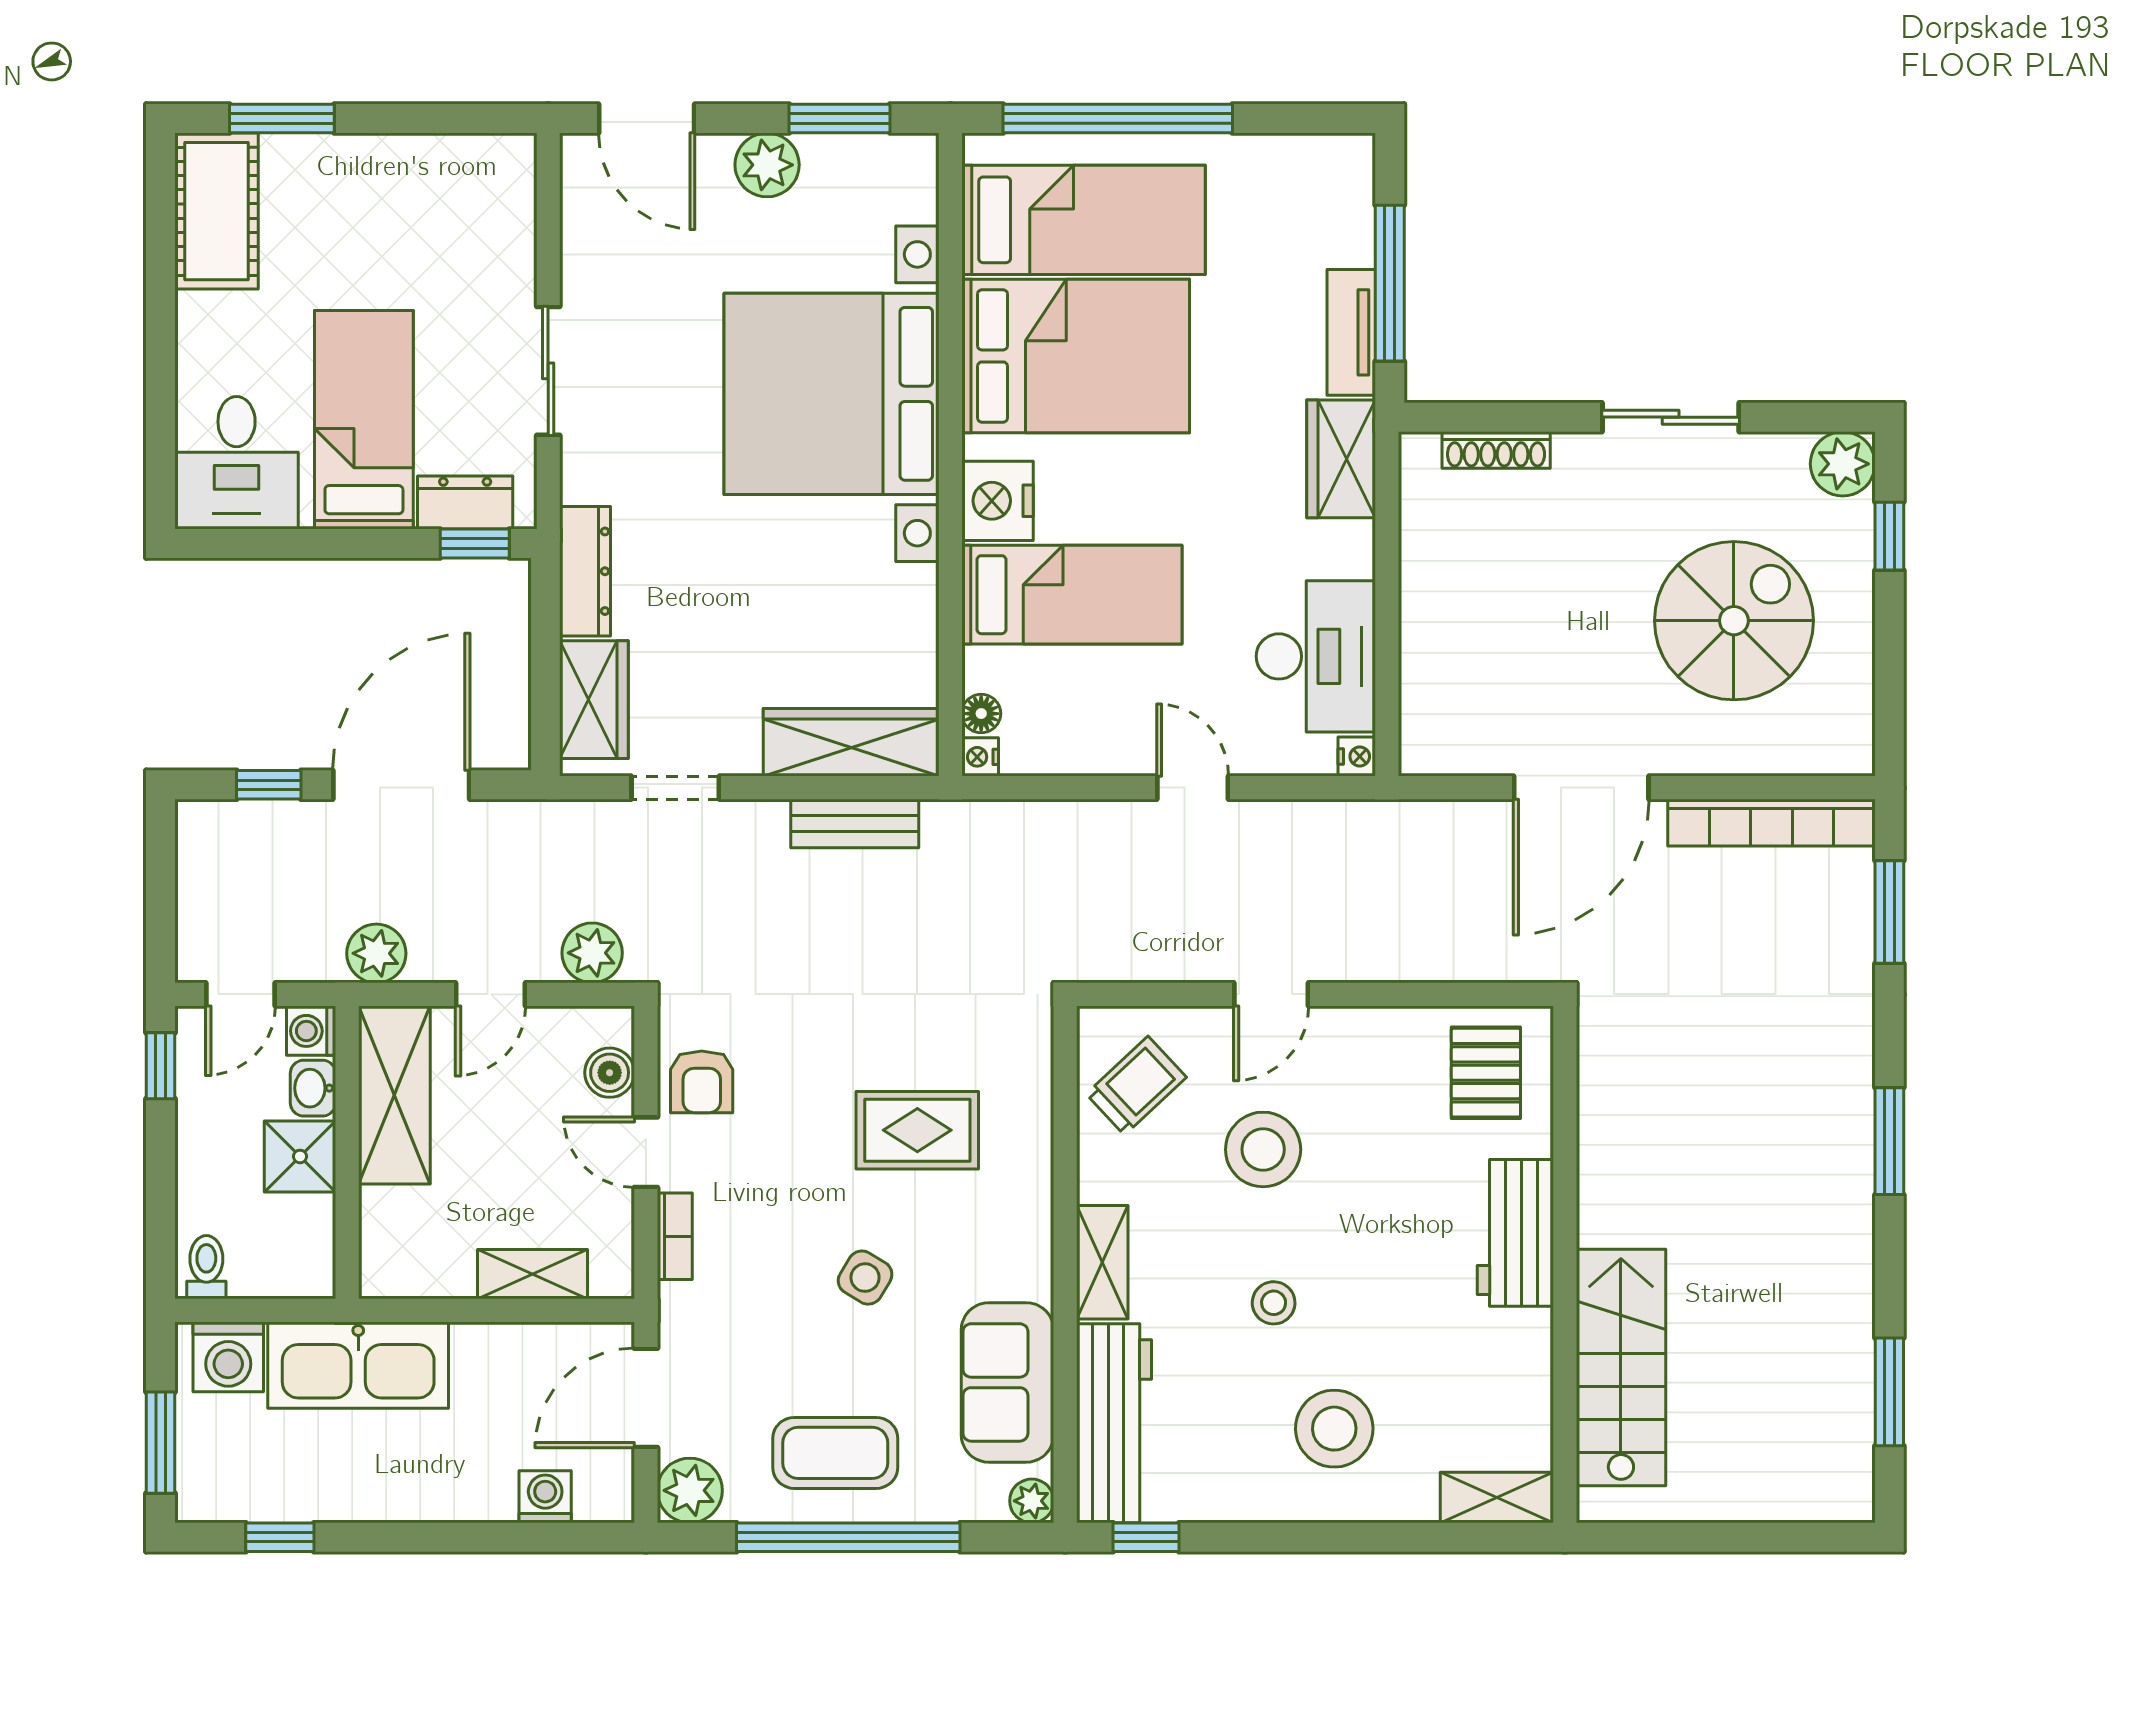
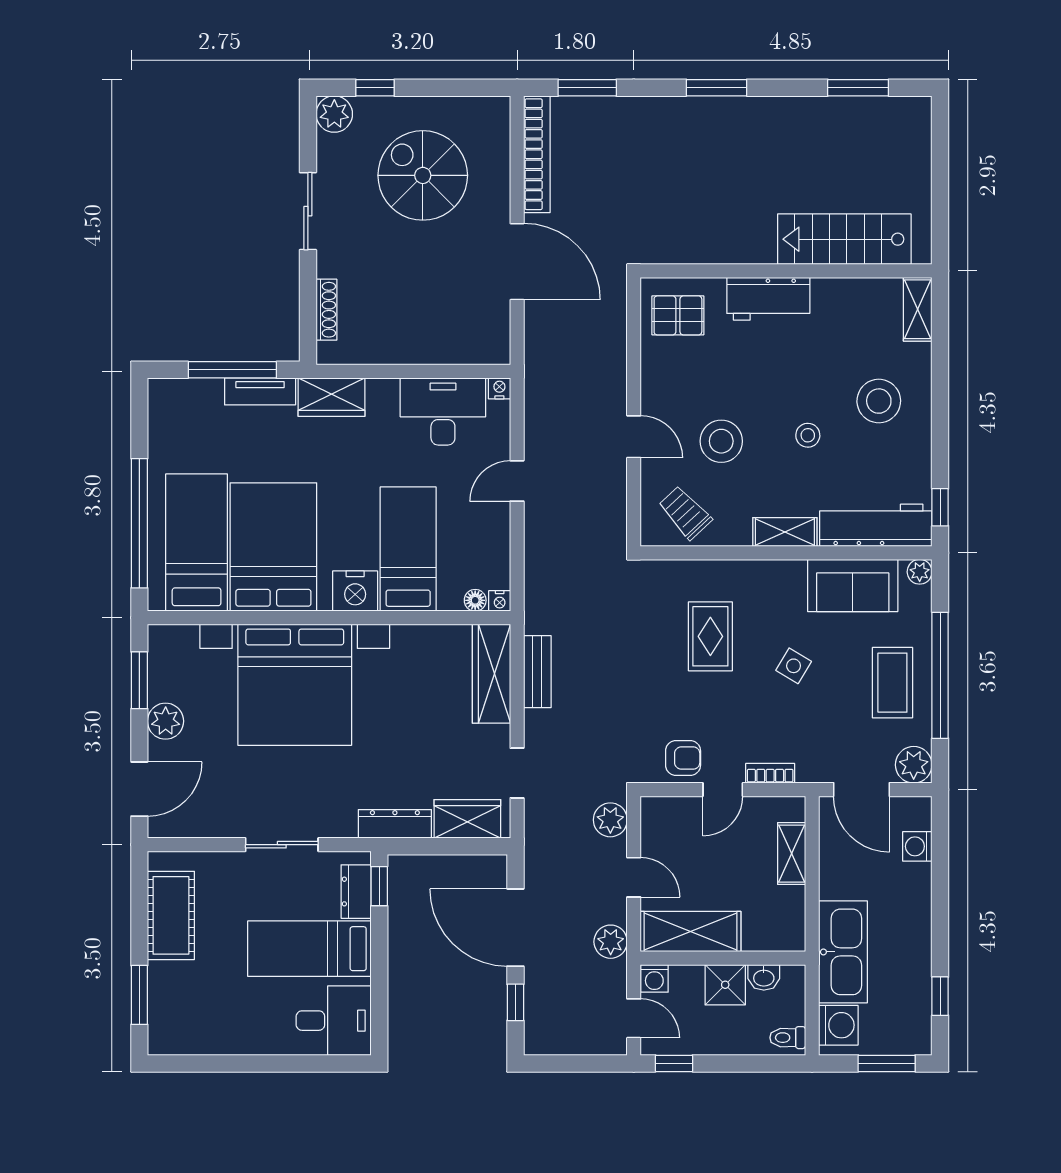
cot: (216, 211) -> (171, 915), moved, turned 90
boiler: (610, 1073) -> (678, 810), removed
washbasin: (313, 1088) -> (764, 977), moved

